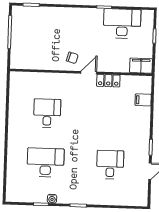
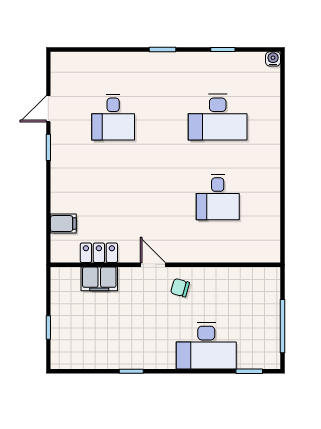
desk: (122, 24) -> (206, 346), moved
filing cabinet: (141, 66) -> (99, 279), moved
door: (89, 73) -> (153, 265), swing flipped
locker: (108, 81) -> (99, 253), moved
water cooler: (52, 199) -> (273, 59), moved

